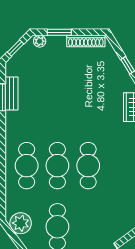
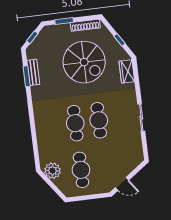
plant: (40, 41) -> (50, 30), removed
spiral stairs: (79, 88) -> (84, 62), added
cafe table: (27, 166) -> (52, 126), removed

